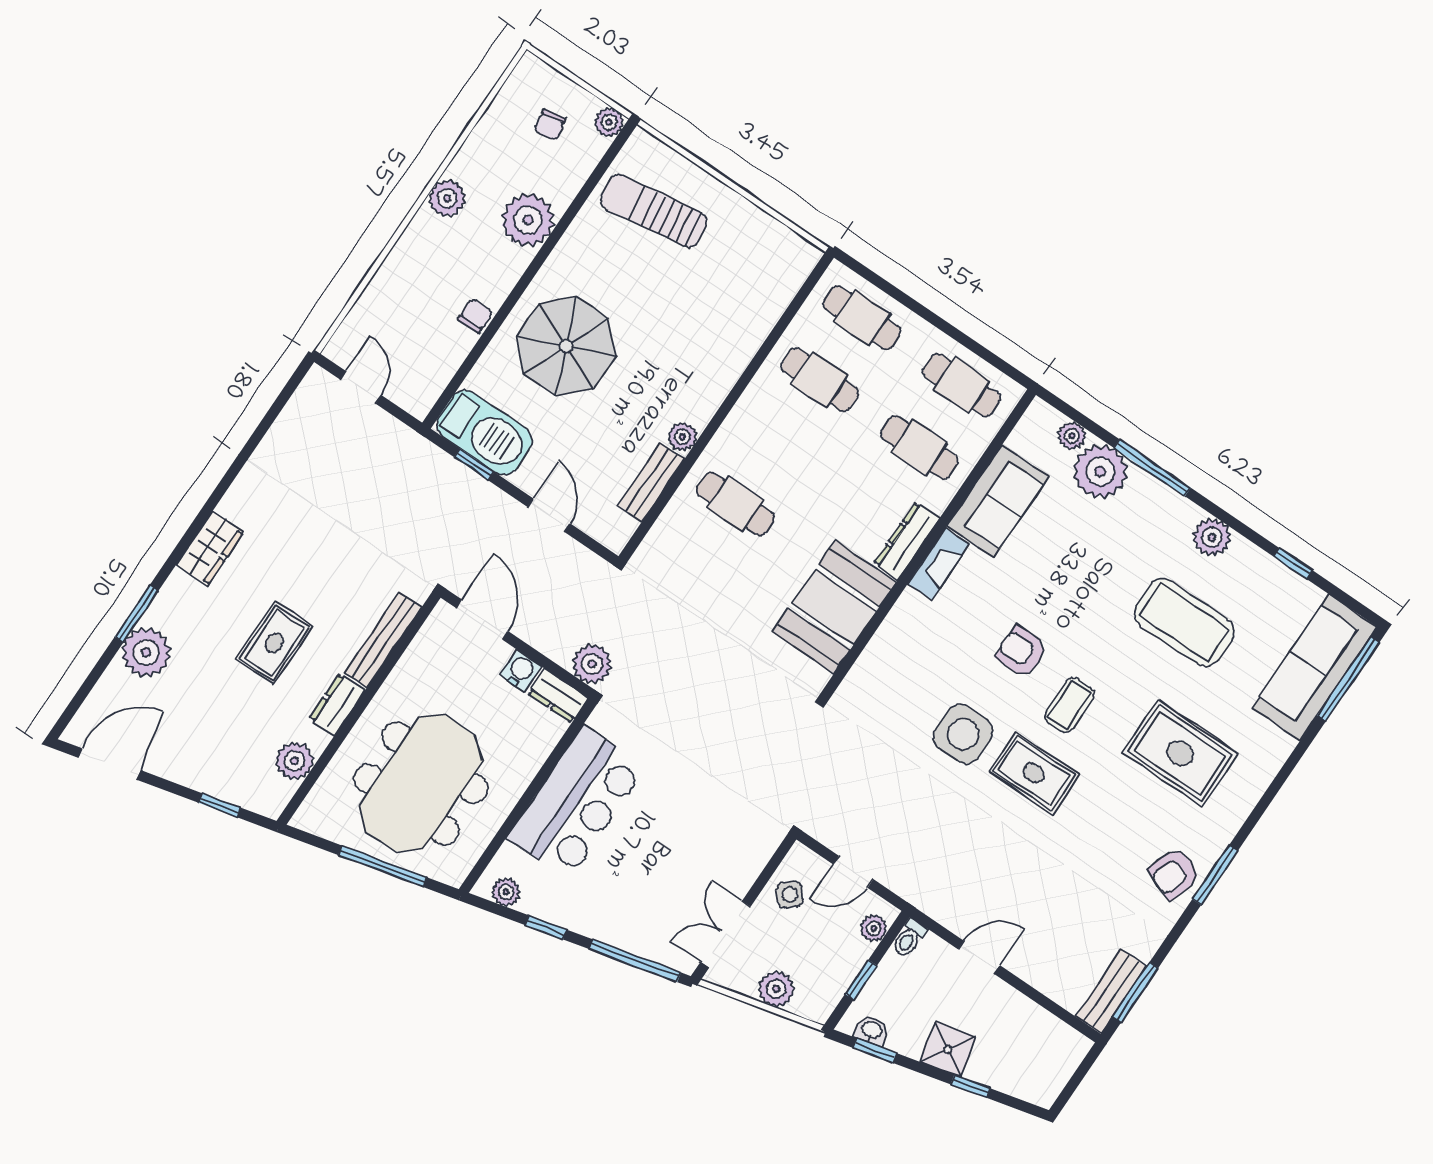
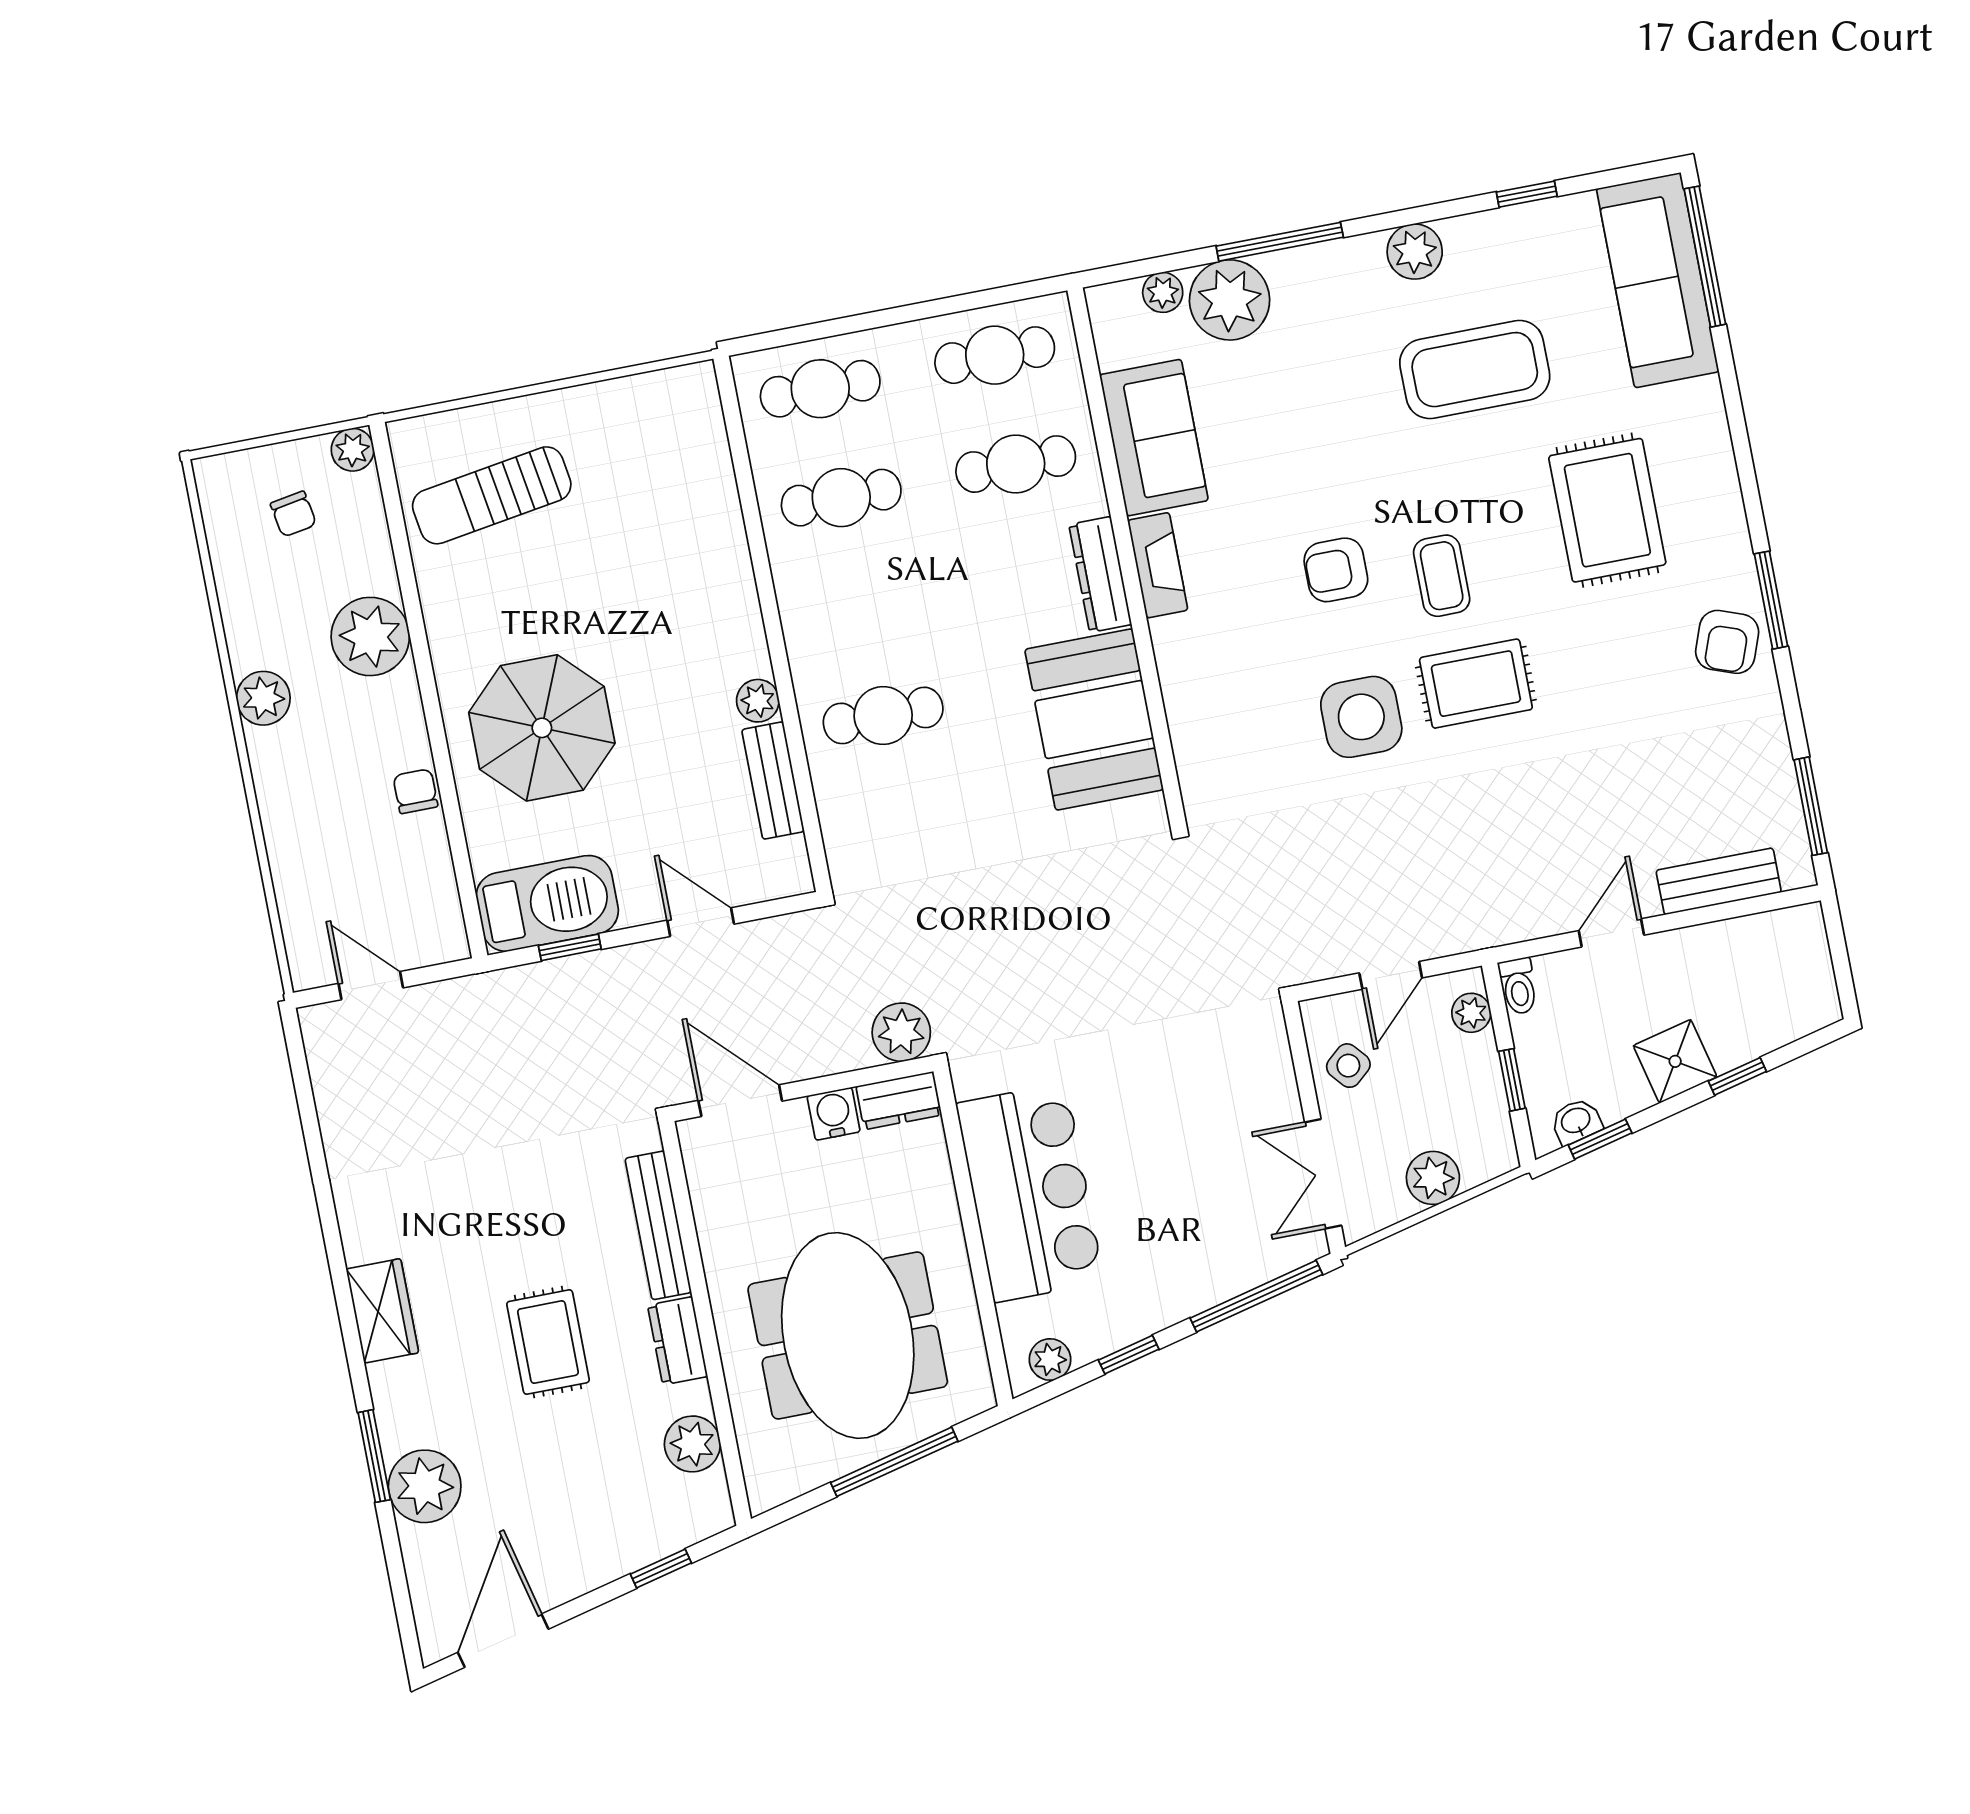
rug: (1180, 753) -> (1607, 510), turned 90
bench: (1111, 991) -> (1719, 881), moved, turned 90

